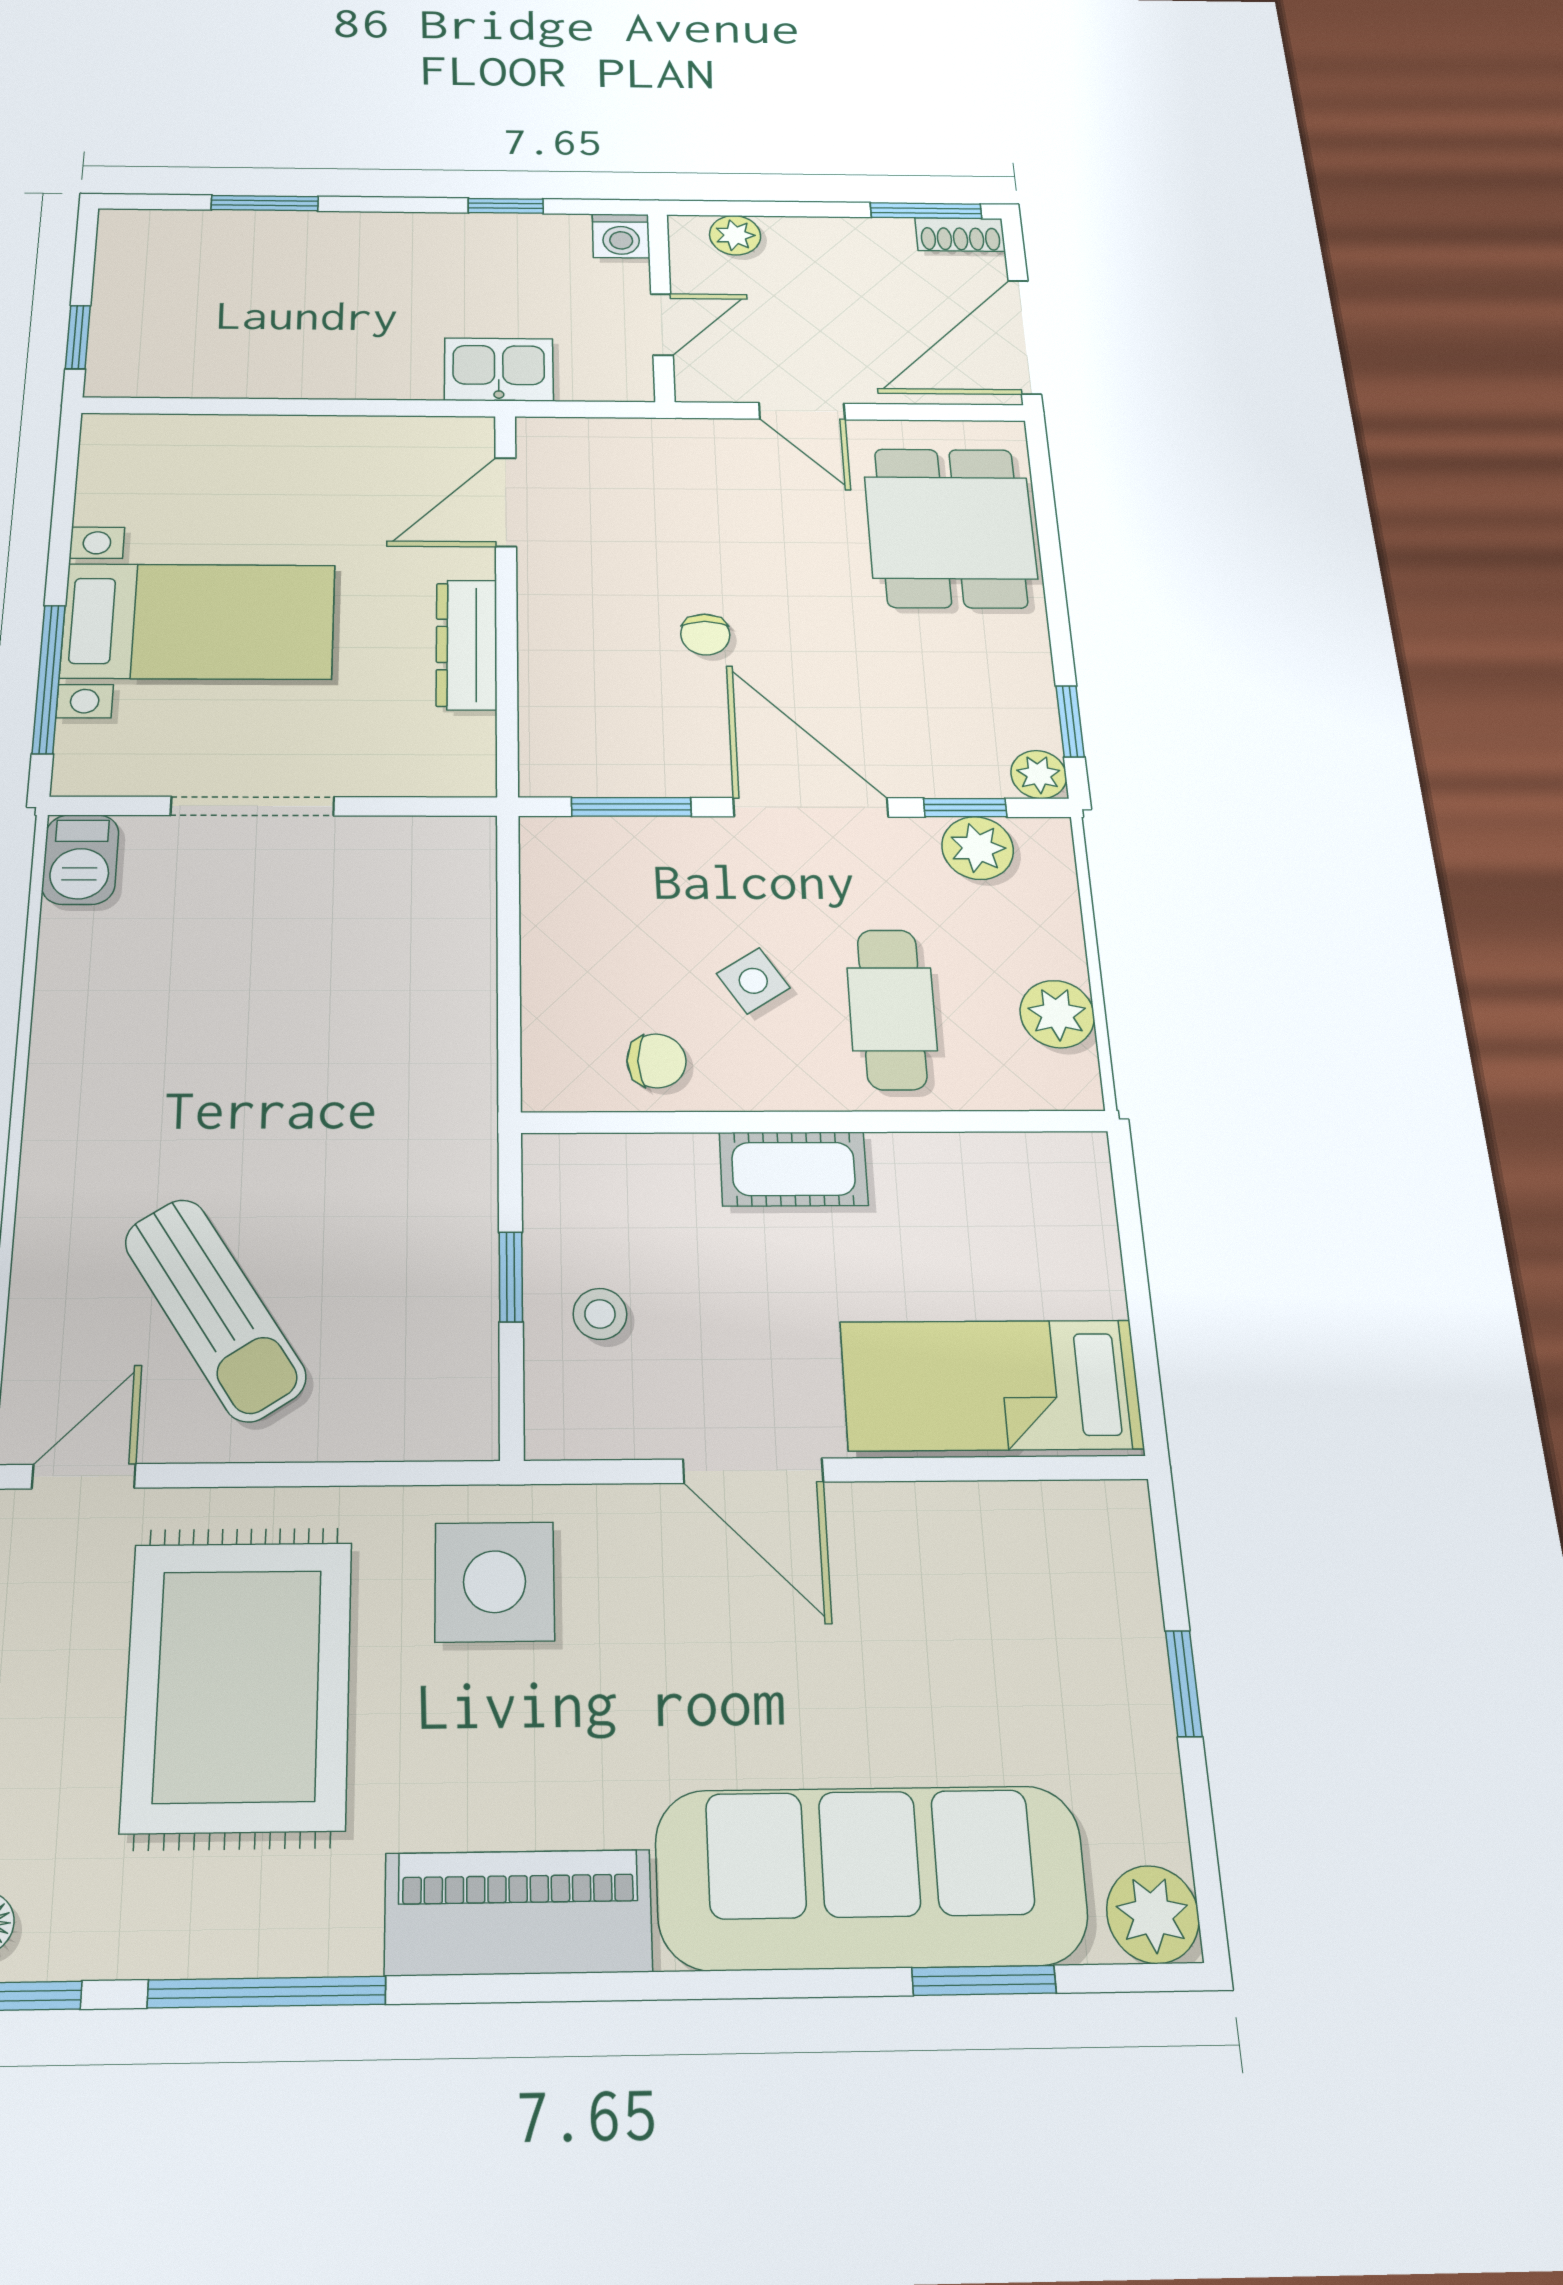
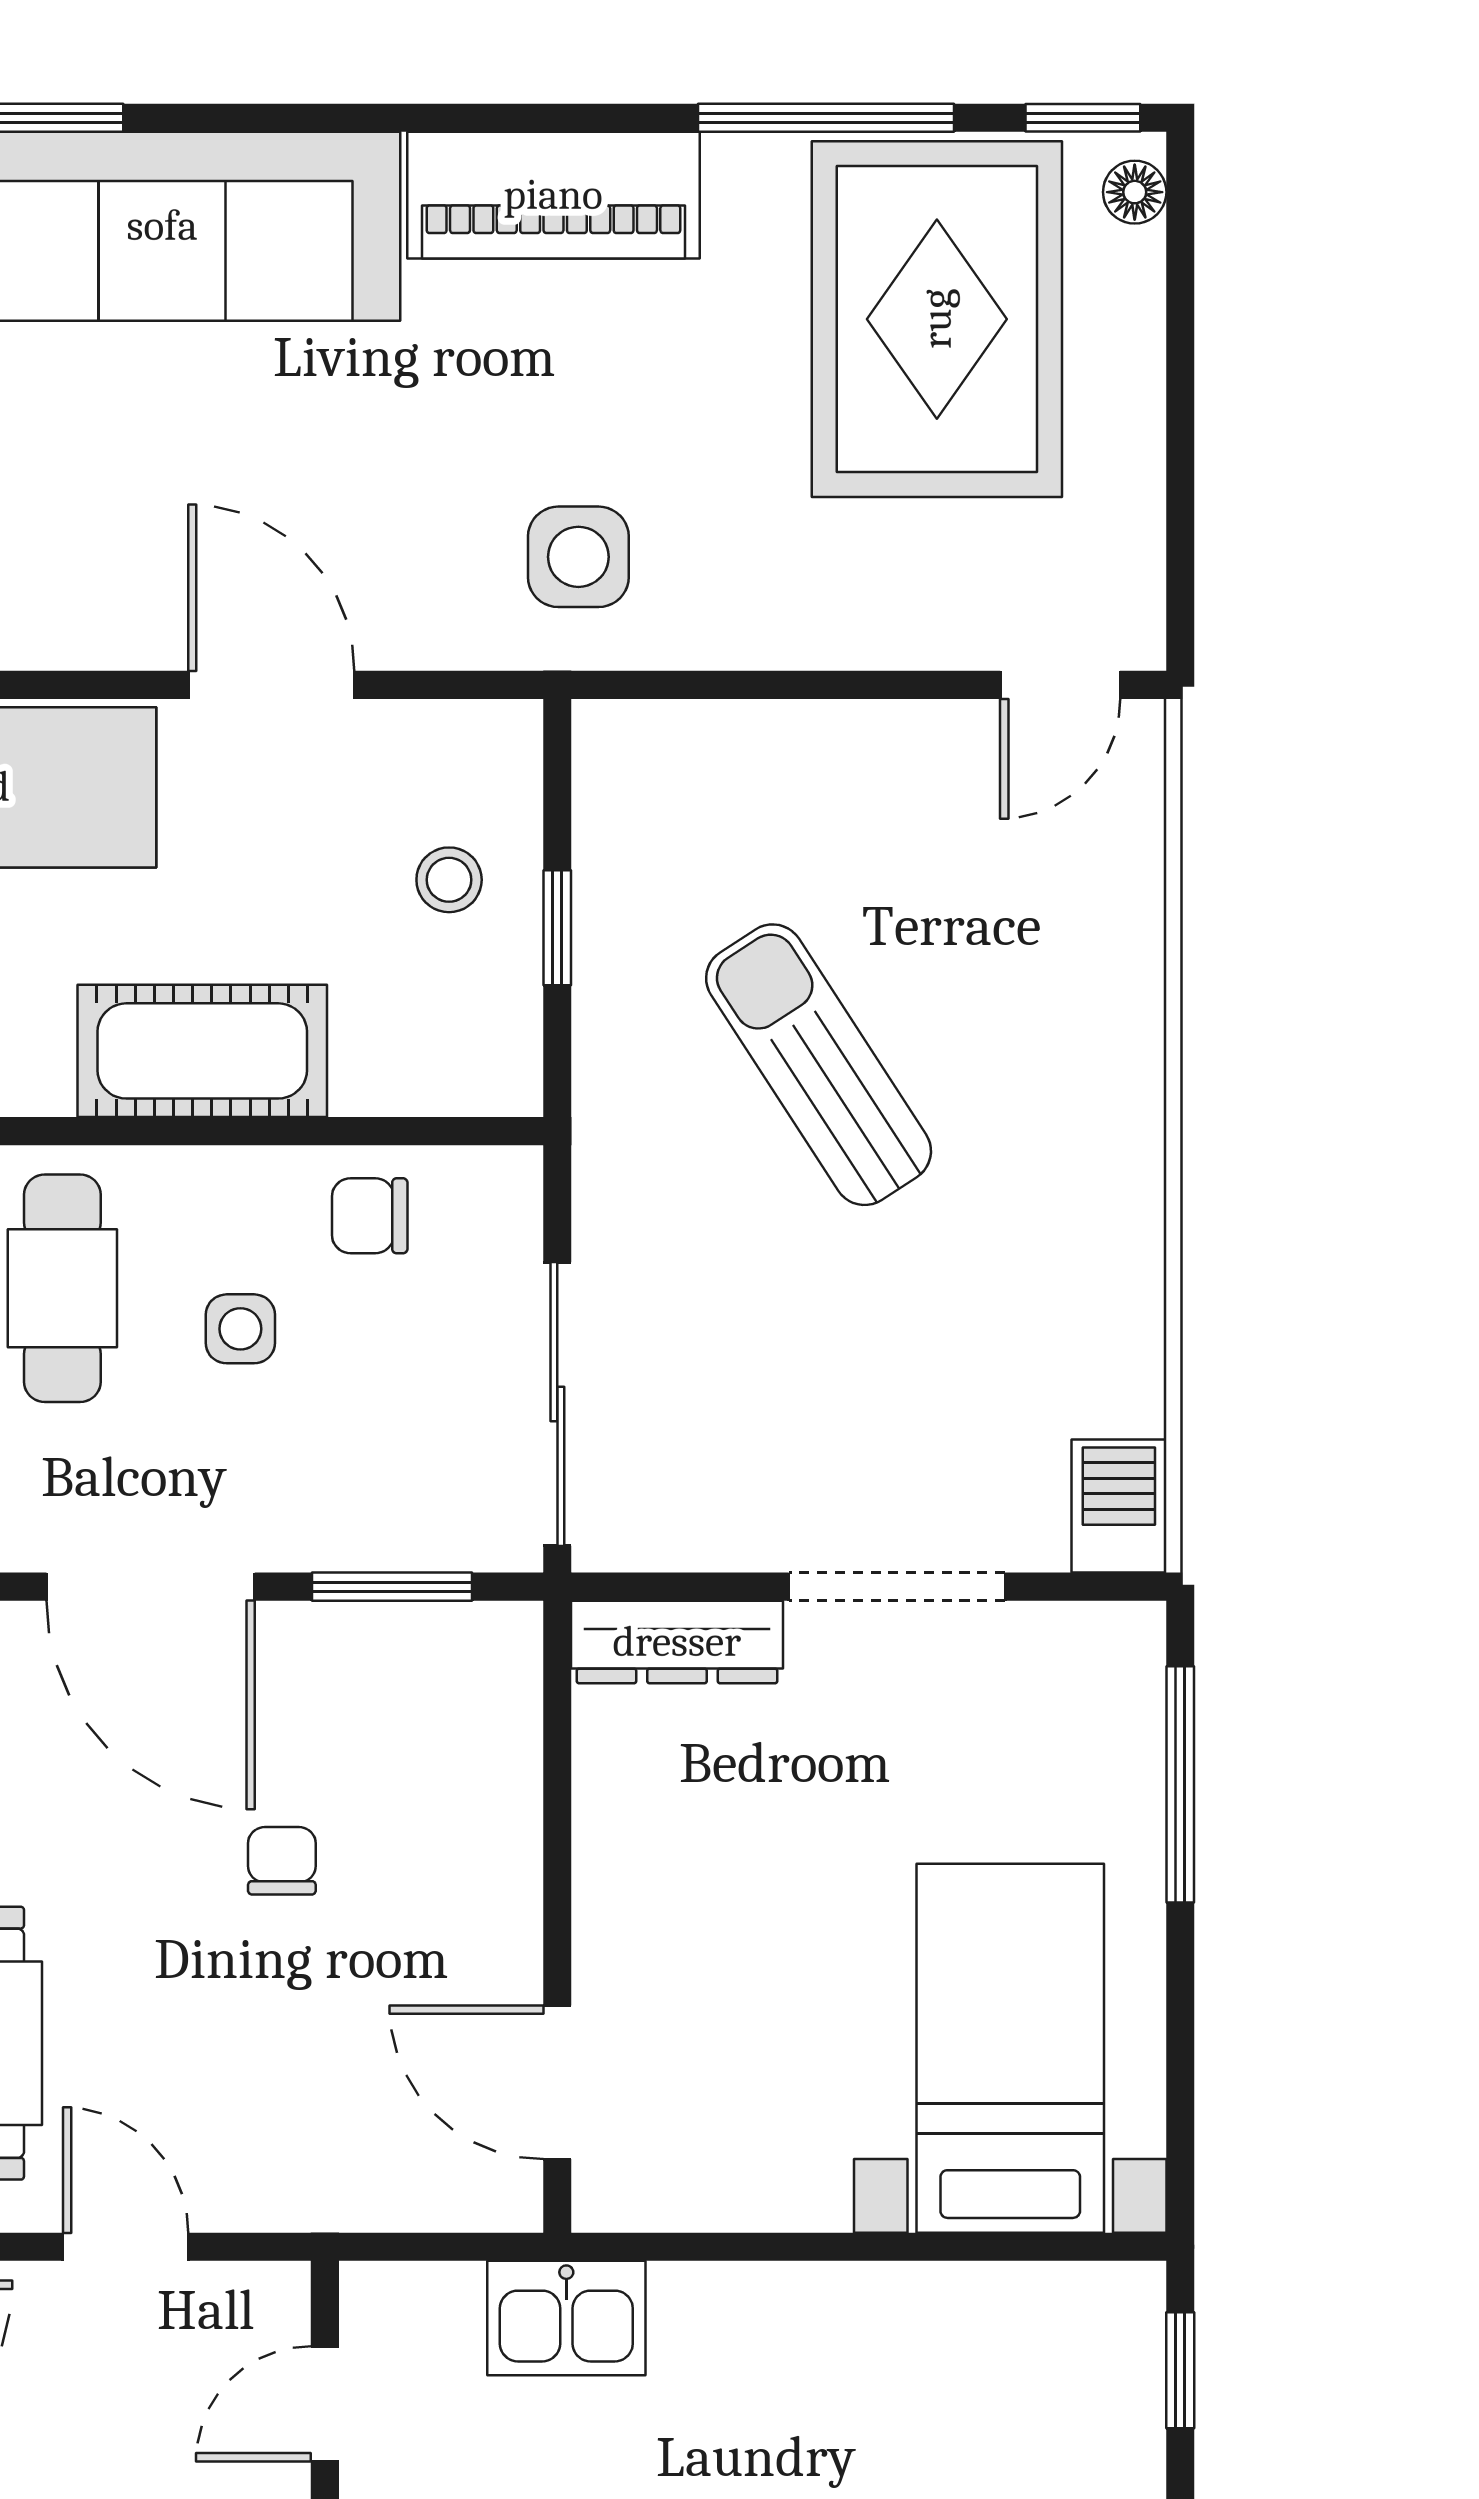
door: (506, 502) -> (557, 2082), swing flipped
bed with nightstands: (199, 621) -> (1010, 2048), moved, turned 90
dresser: (467, 644) -> (677, 1642), moved, turned 90
sliding door: (509, 929) -> (557, 1404), added
side table: (753, 981) -> (240, 1329), turned 33
cot: (793, 1169) -> (202, 1051), width x1.37, depth x1.34
sun lounger: (215, 1309) -> (819, 1065), moved
side table: (495, 1582) -> (578, 557), width x0.73, depth x0.73
rug: (238, 1685) -> (937, 319), moved

